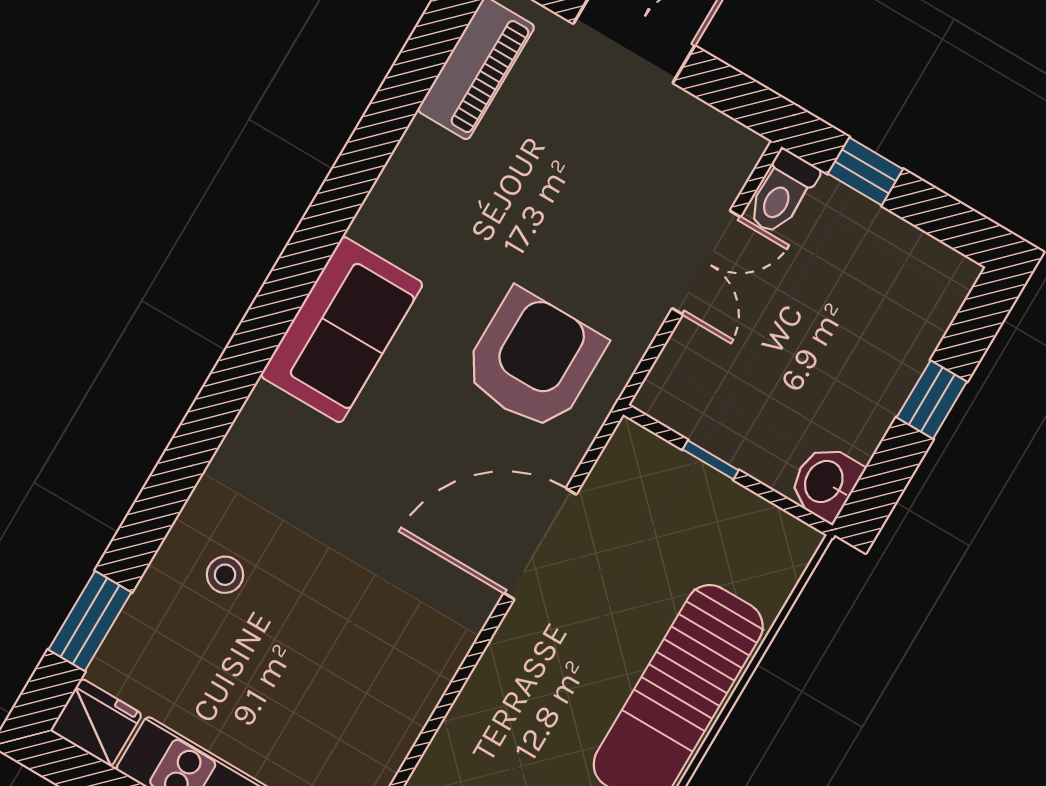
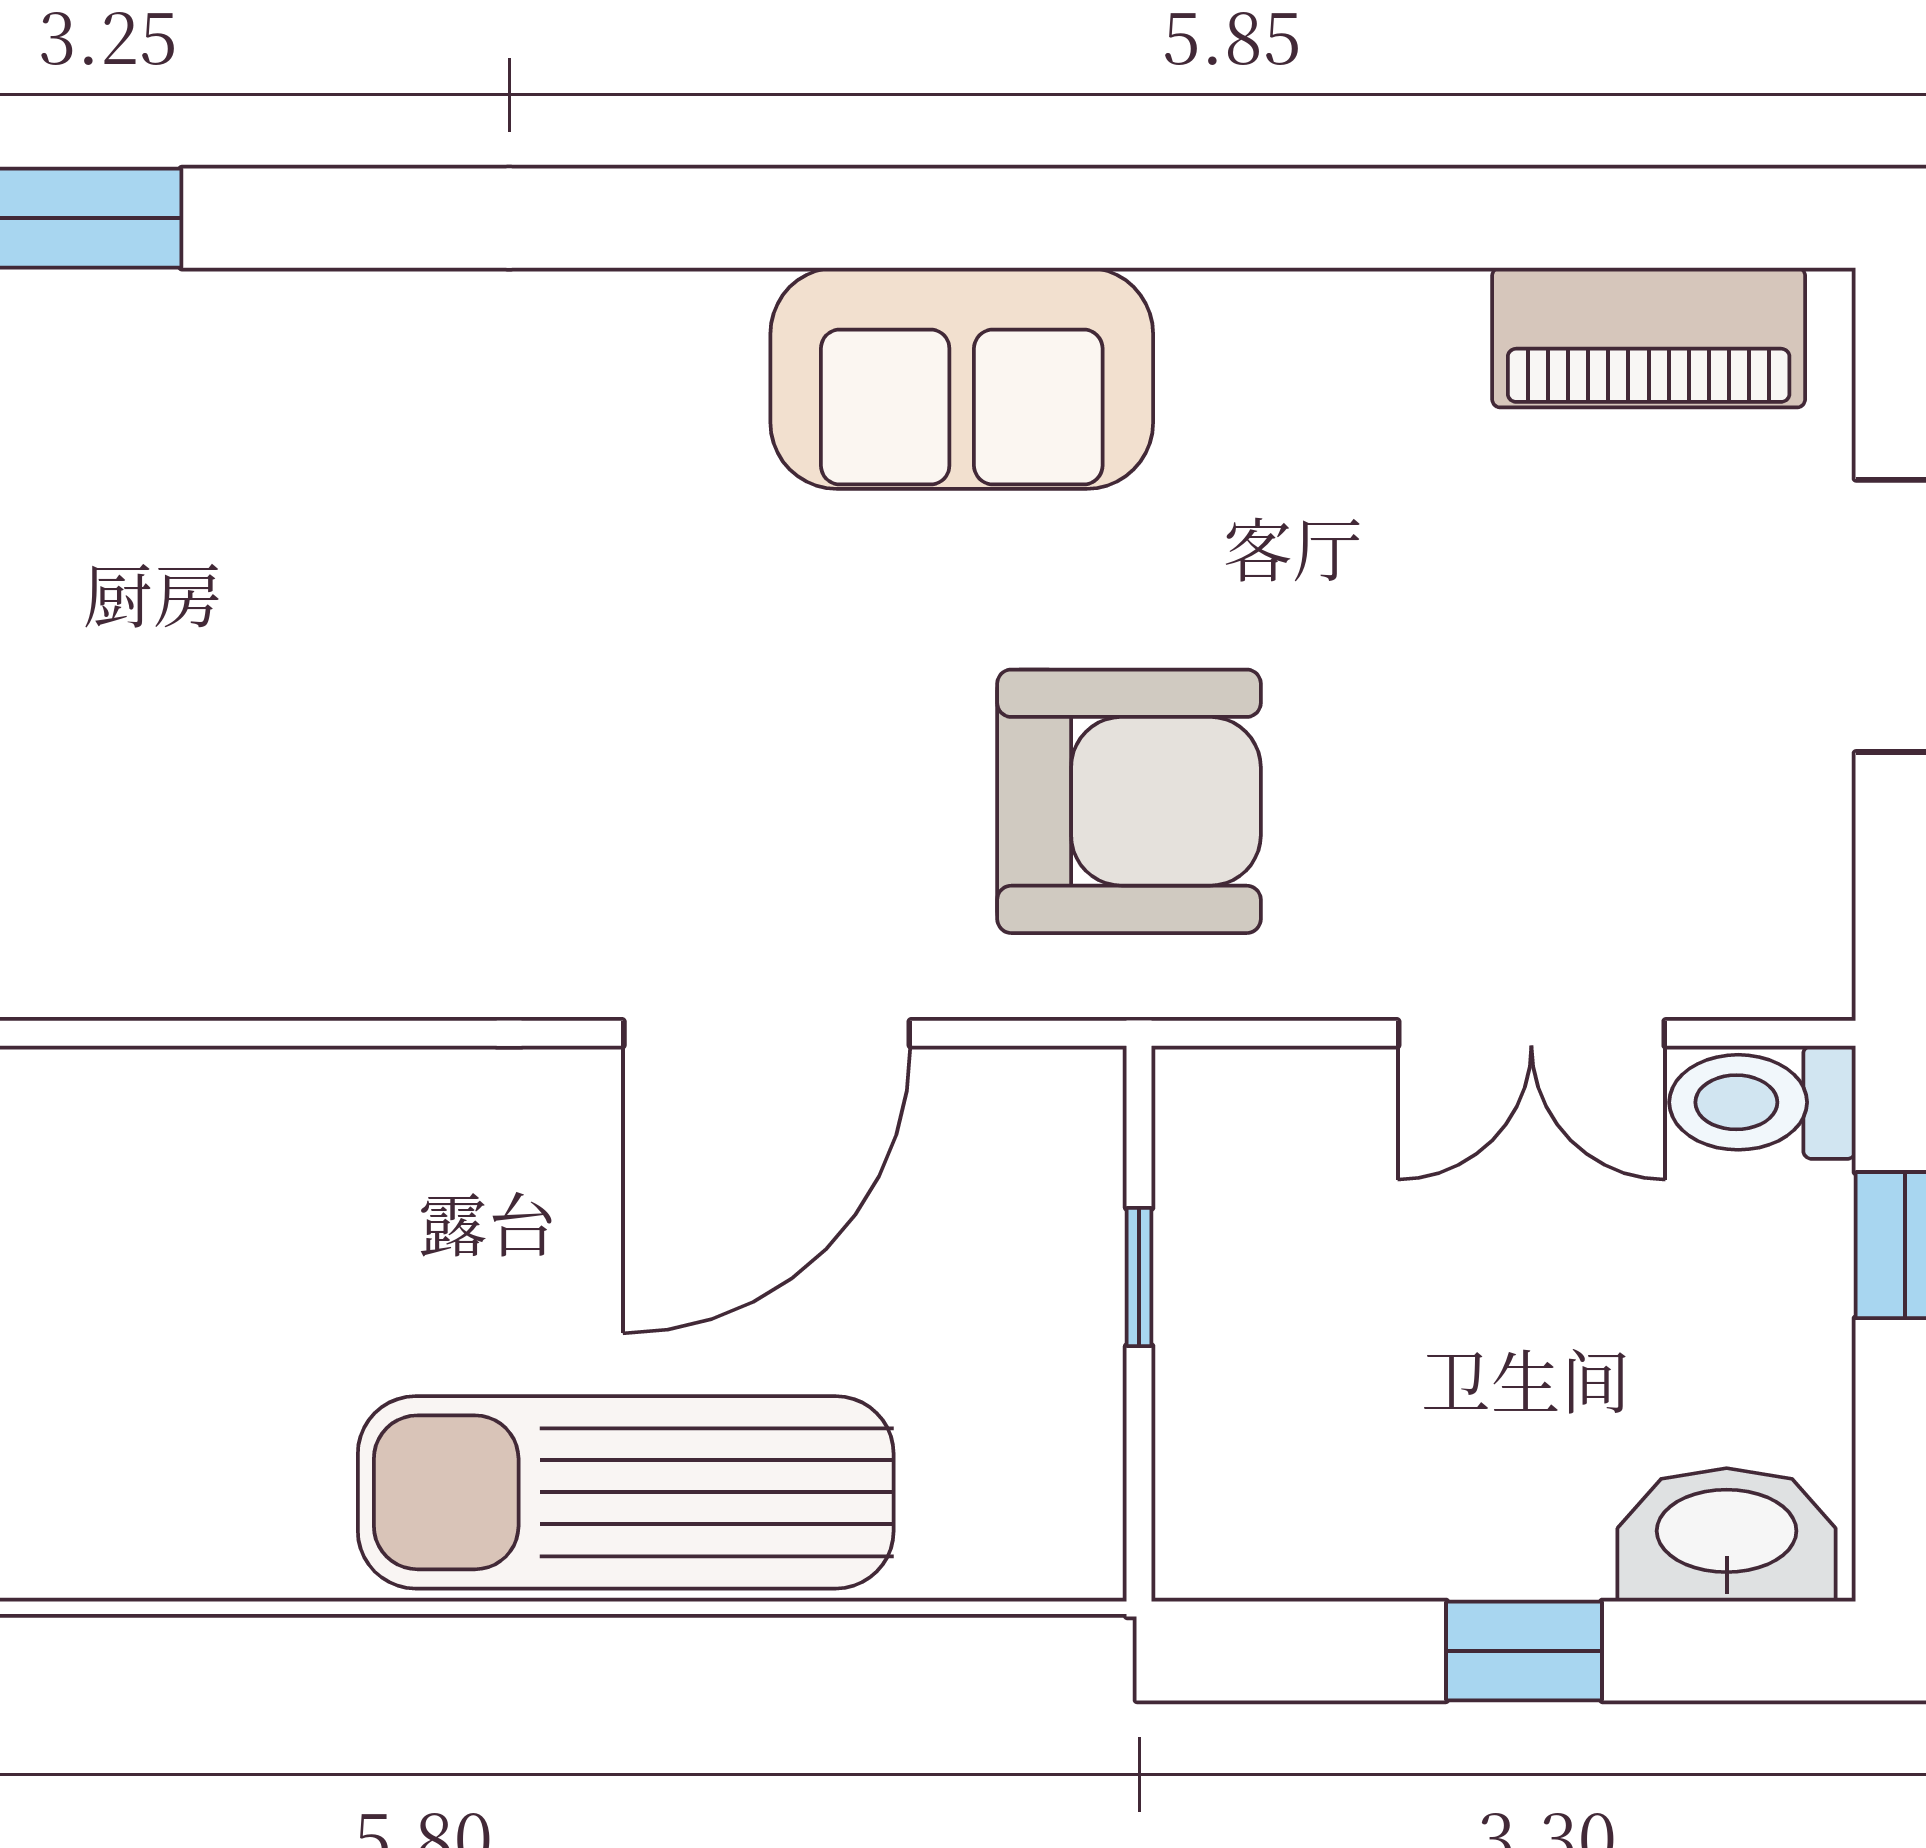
washbasin: (825, 482) -> (1727, 1535), moved, width x1.38
door: (540, 544) -> (767, 1033), swing flipped
stool: (225, 575) -> (329, 435), removed

